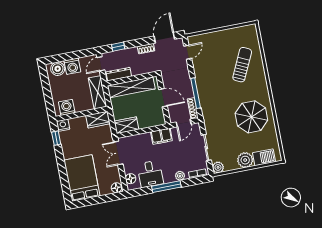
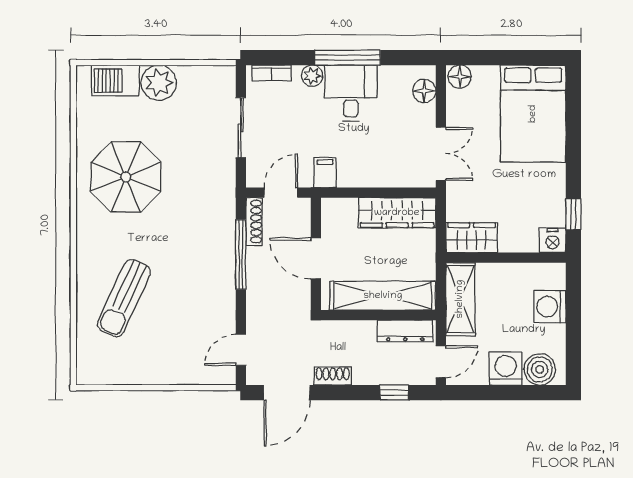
washing machine: (67, 107) -> (550, 307), moved, turned 90
wardrobe: (126, 125) -> (397, 213), width x1.50
filing cabinet: (161, 136) -> (325, 173), width x0.50
plant: (218, 167) -> (223, 78), removed
desk: (150, 174) -> (351, 93), moved

